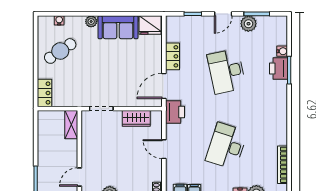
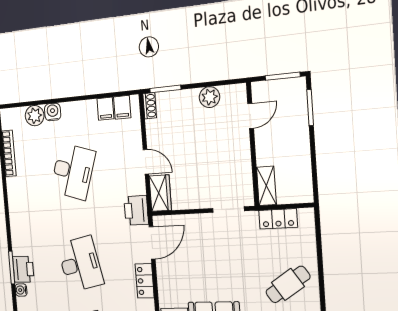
locker: (44, 93) -> (278, 219), moved, turned -90
wardrobe: (136, 118) -> (160, 193), moved, turned 90

